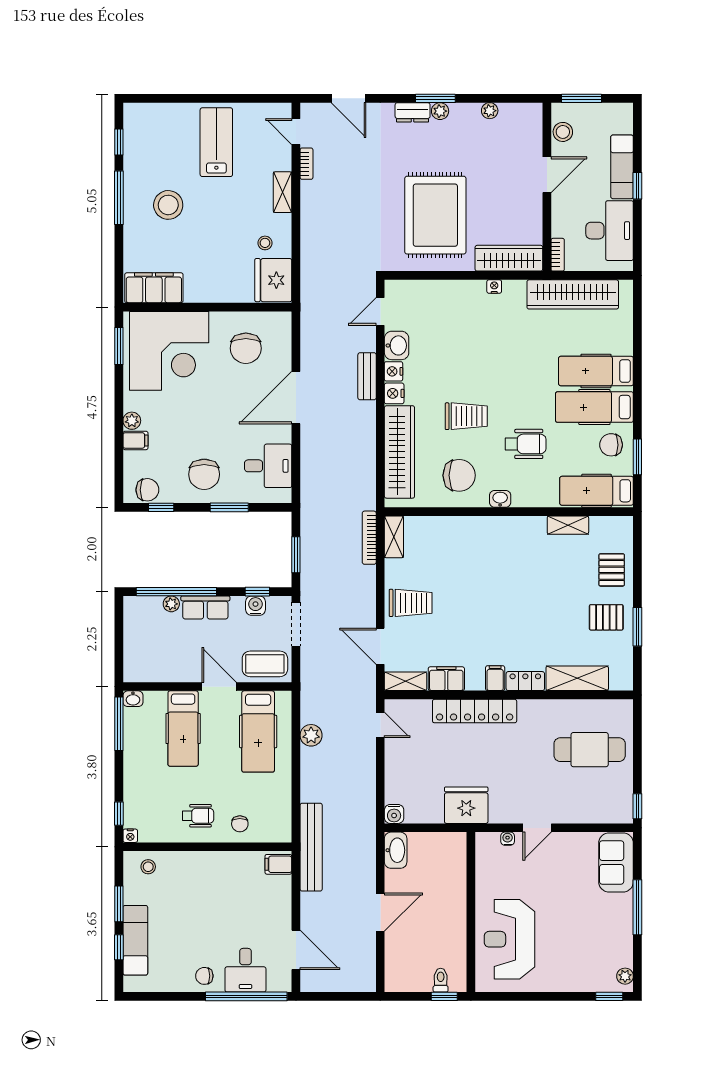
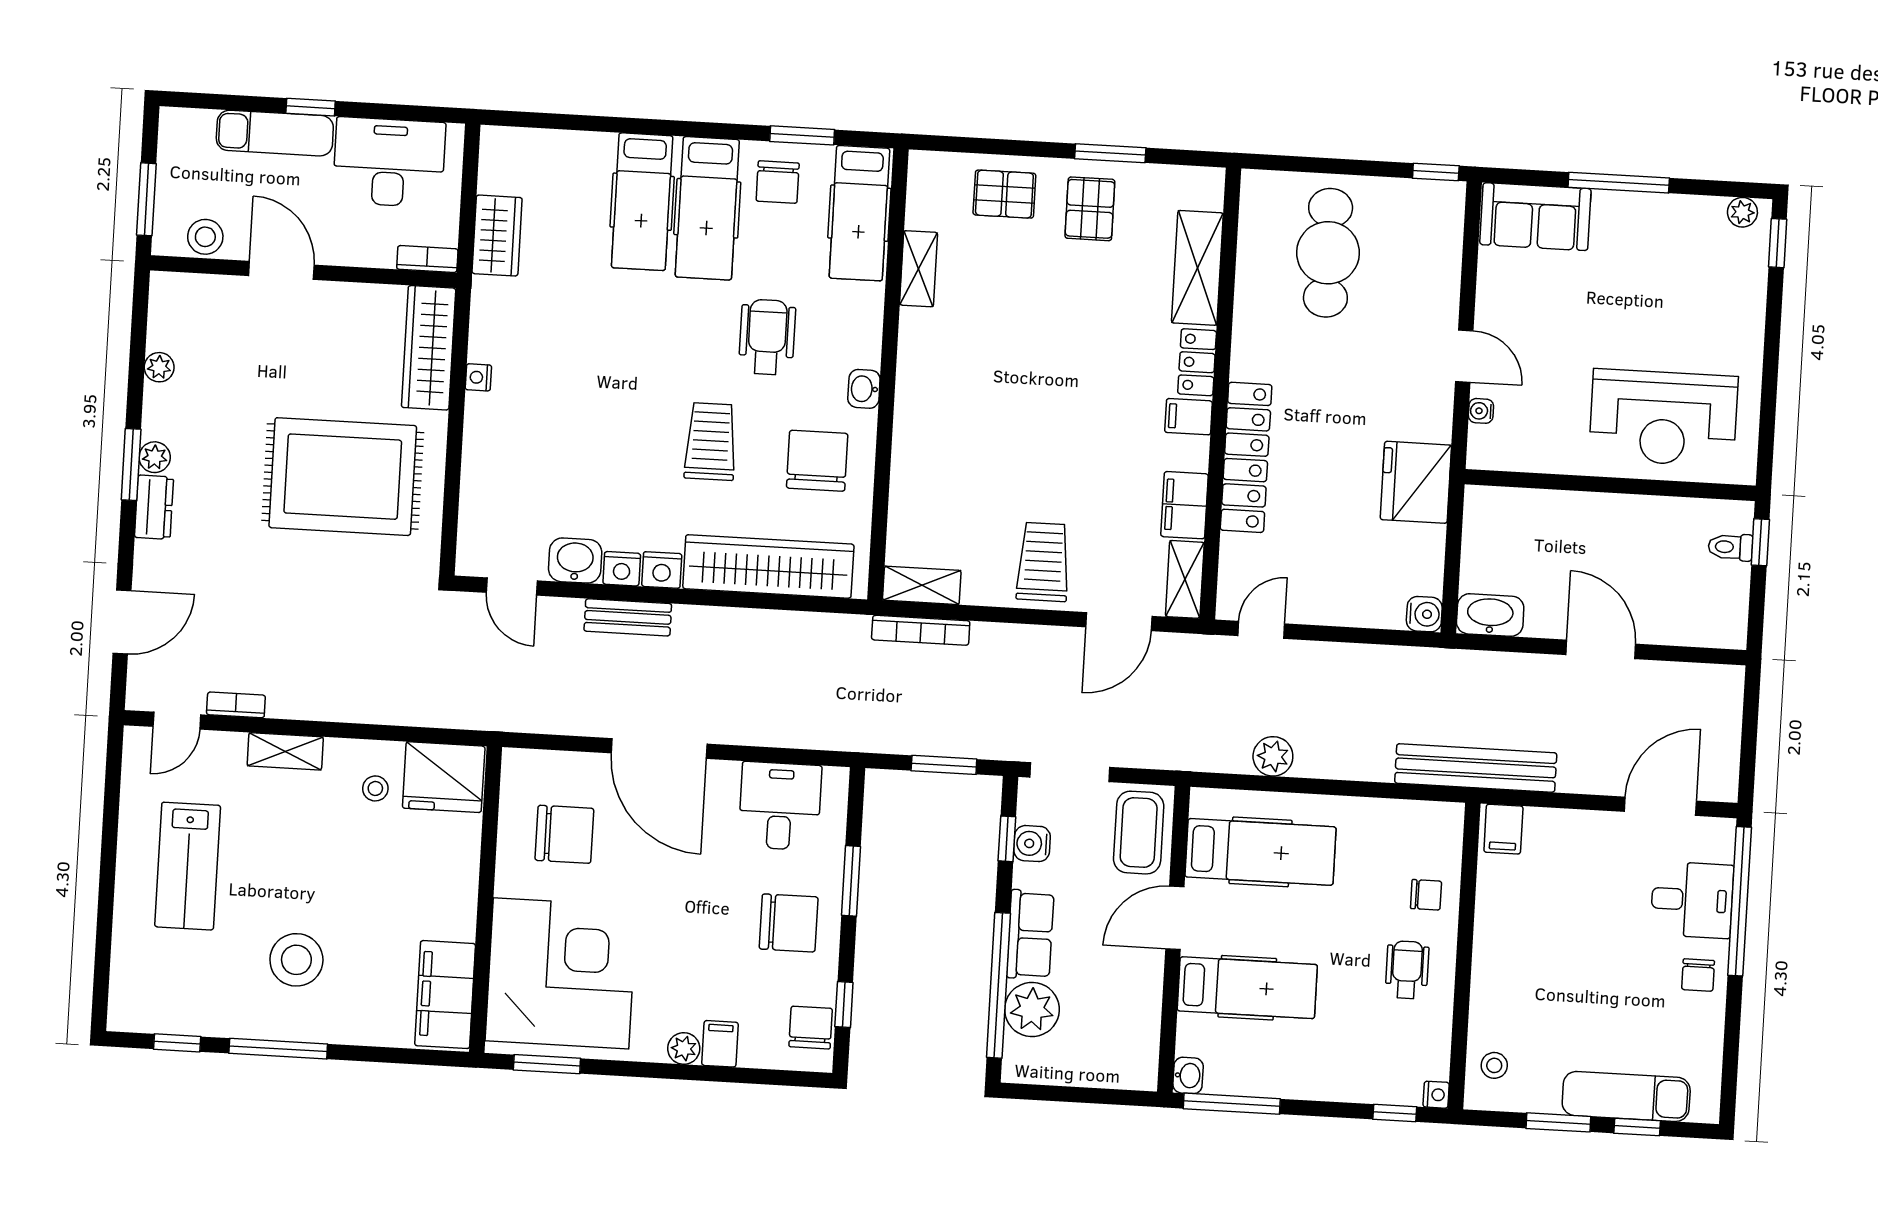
lab bench: (216, 142) -> (188, 866), turned -90
wardrobe: (573, 294) -> (497, 236), width x0.48, depth x0.85
plant: (171, 604) -> (1032, 1009), width x1.87, depth x1.87

